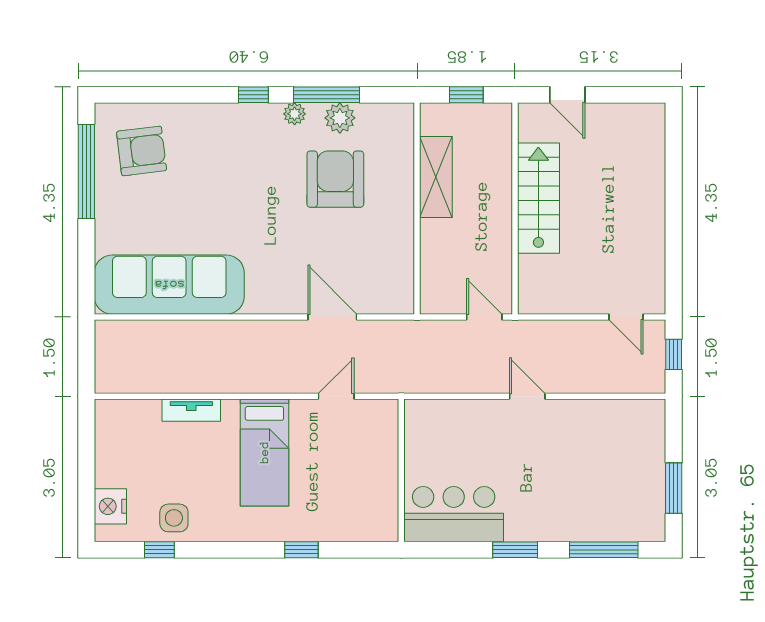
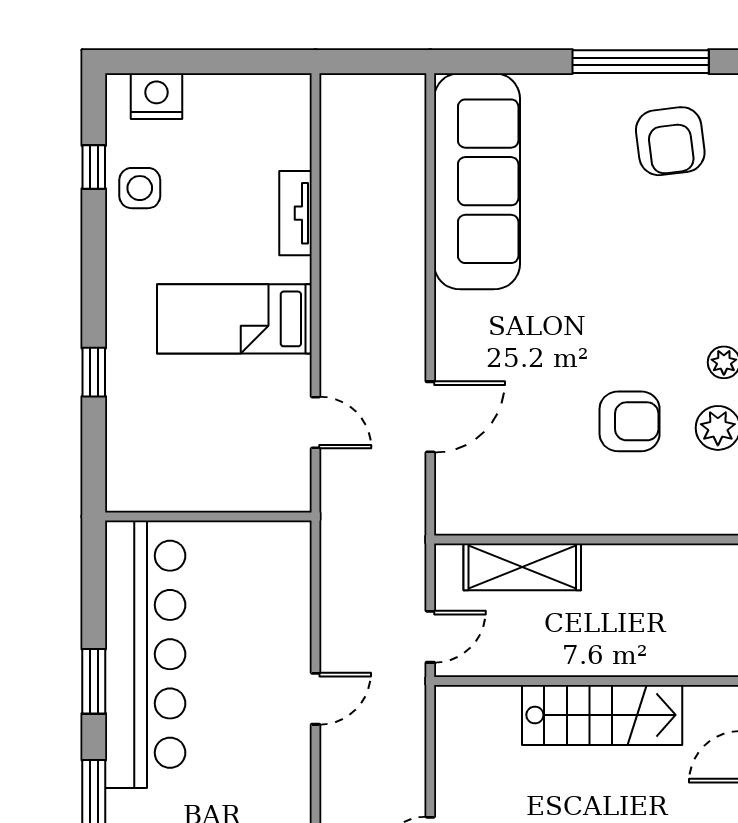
shelving: (436, 177) -> (522, 567), moved
armchair: (335, 179) -> (630, 421), width x0.73, depth x0.73
bar counter: (454, 514) -> (145, 654), width x1.86

